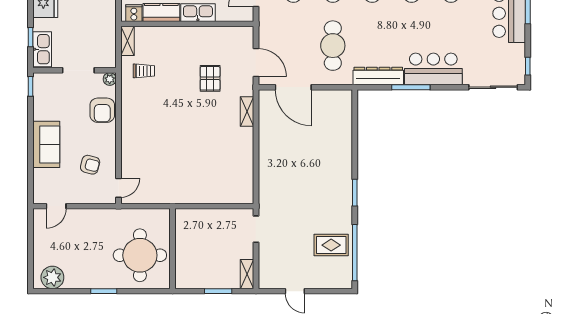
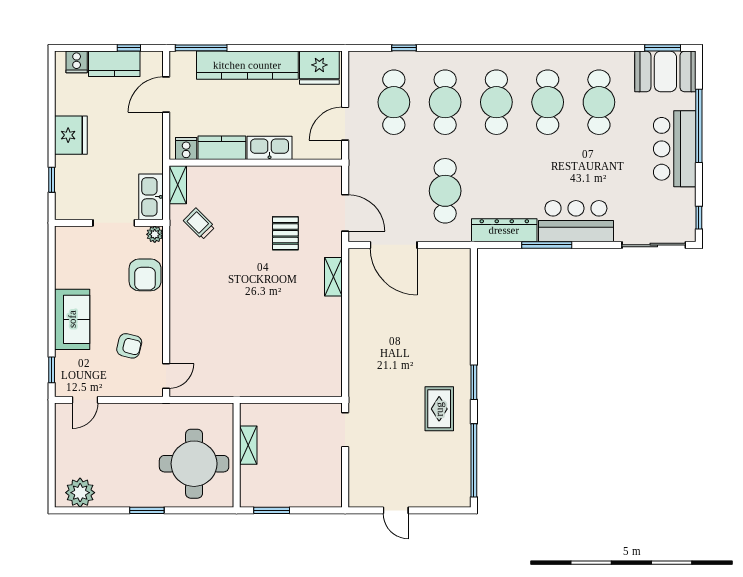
kitchen sink: (42, 49) -> (151, 197), moved, turned 180
trolley: (144, 71) -> (199, 224), turned -135
window: (30, 86) -> (52, 370), moved
rug: (331, 245) -> (439, 409), moved, turned 90
shelving: (247, 274) -> (248, 445), moved
window: (218, 291) -> (272, 510), moved

